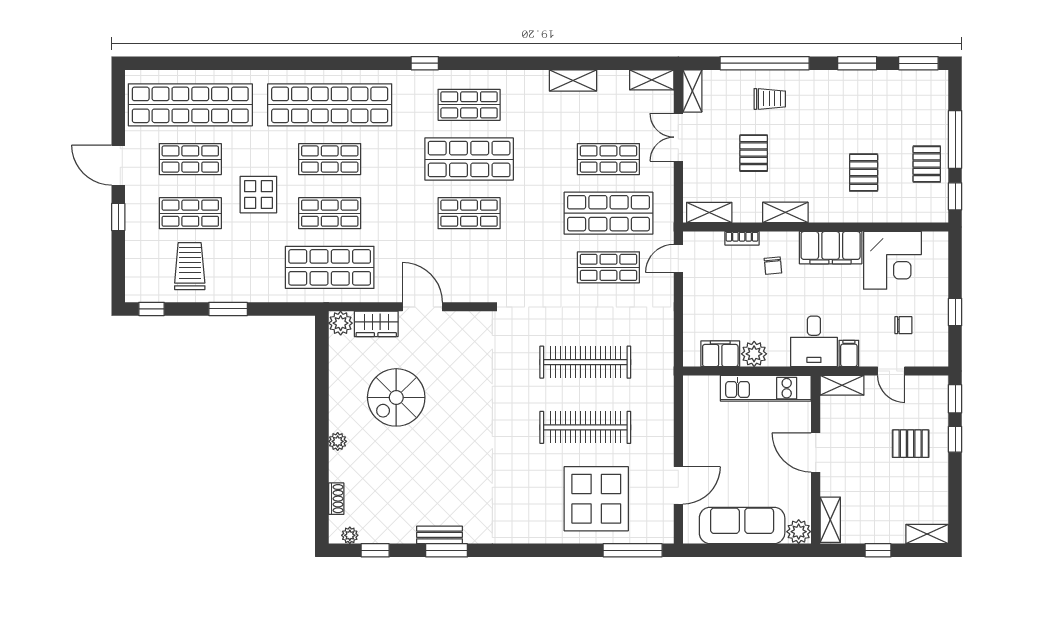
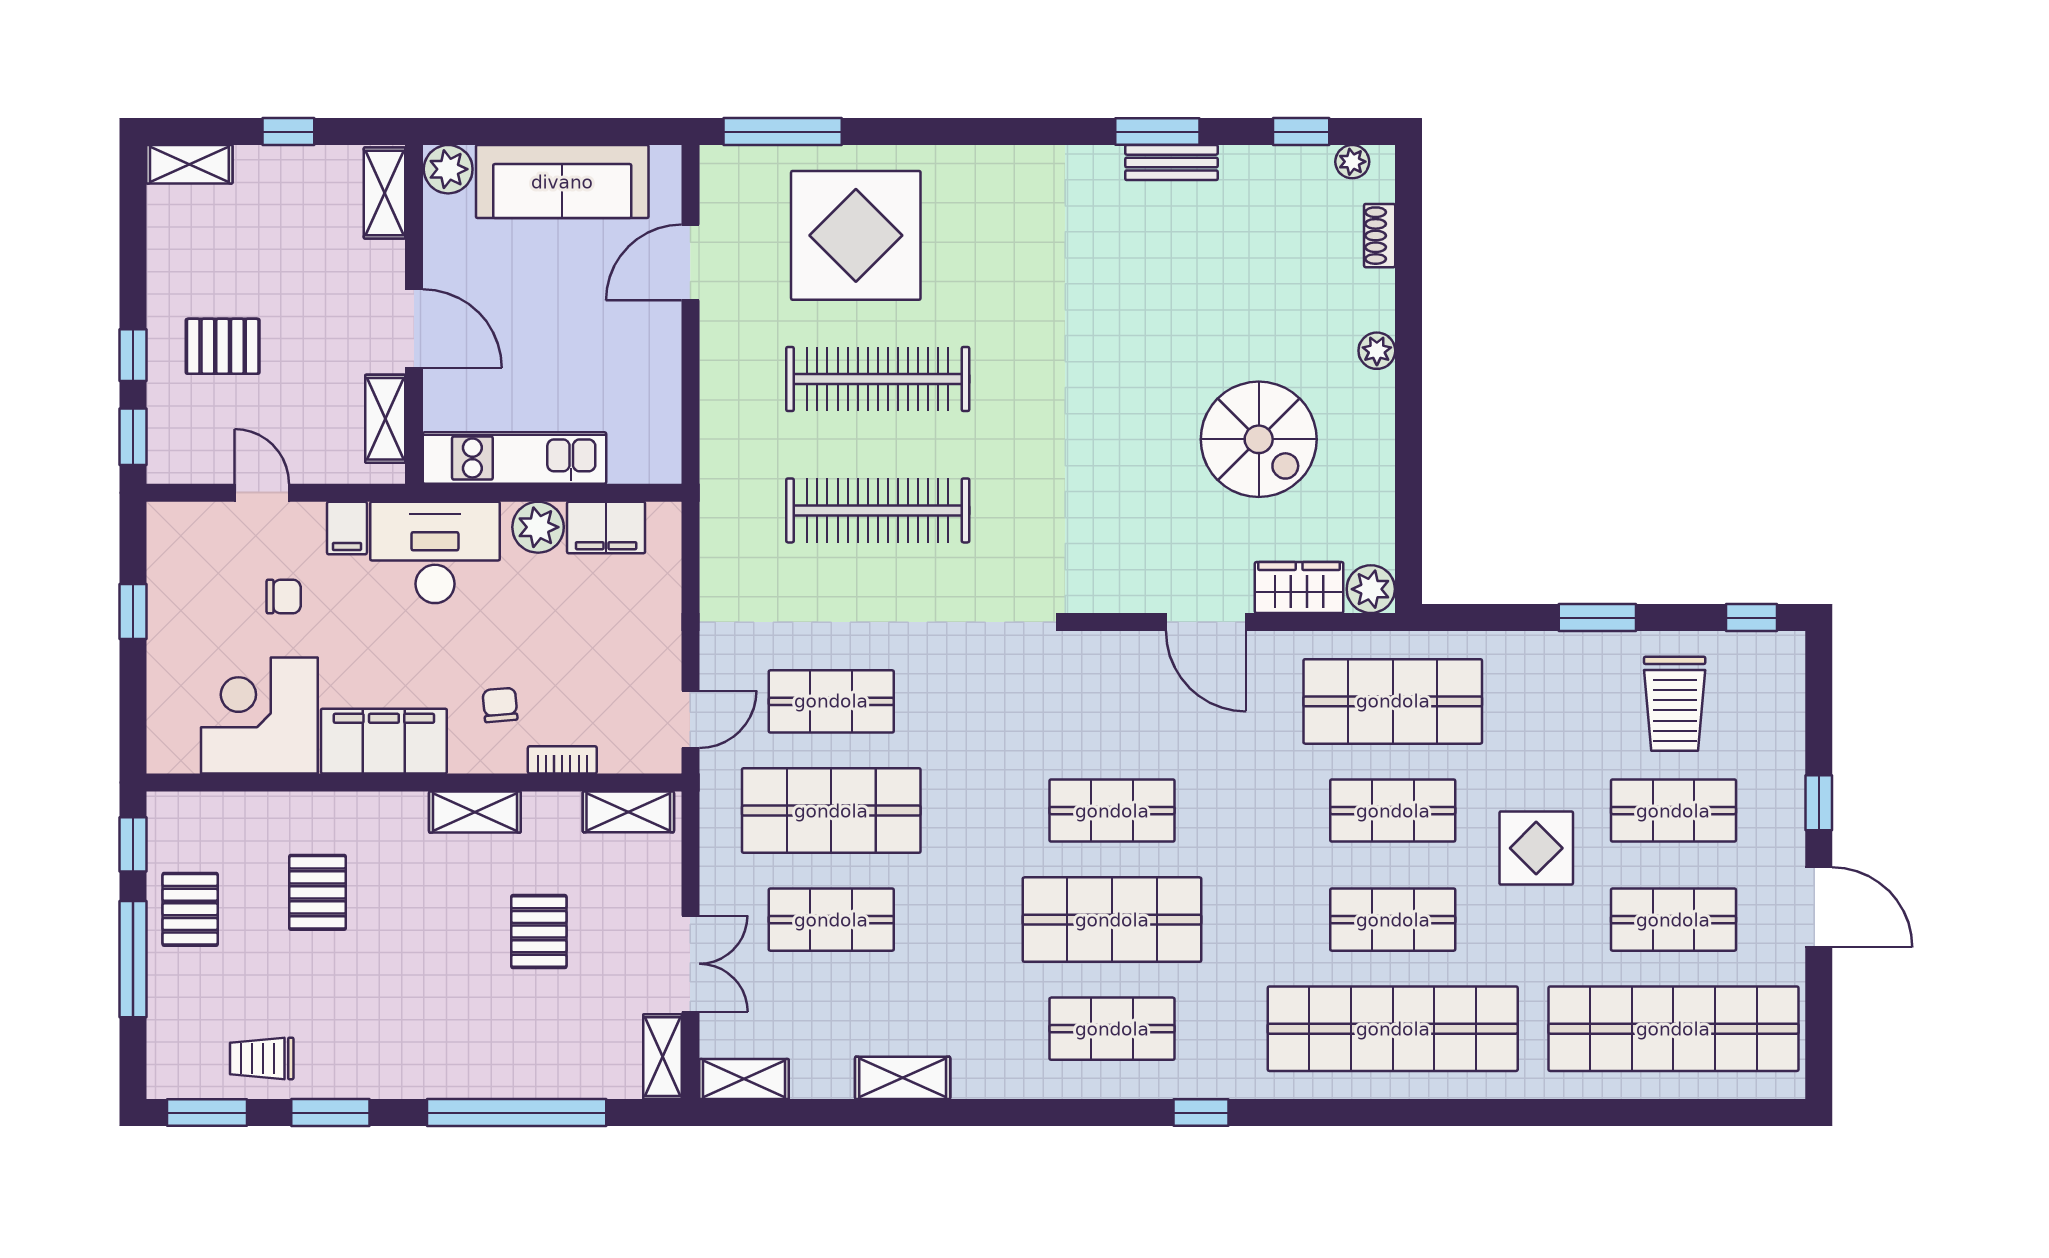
trolley: (770, 99) -> (262, 1058), moved
chair: (903, 325) -> (284, 596), moved, turned 180
desk: (814, 341) -> (435, 552), width x1.37
shelving: (842, 385) -> (385, 419), moved, turned 90
spiral stairs: (396, 397) -> (1259, 439), turned 90

